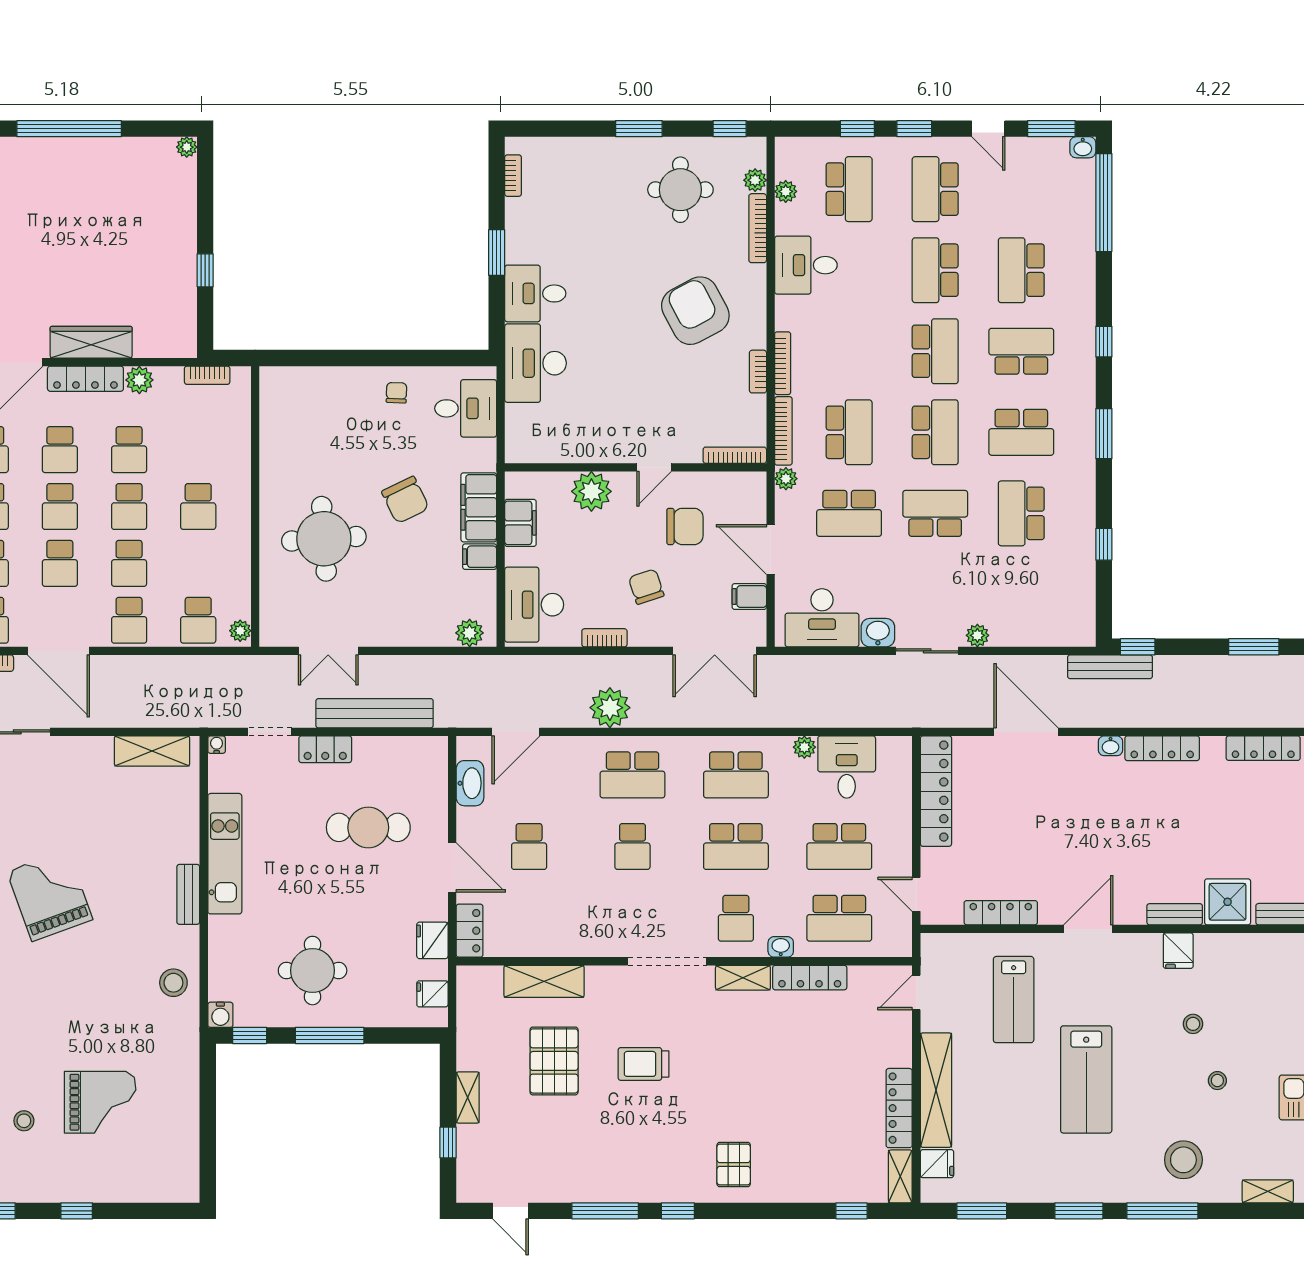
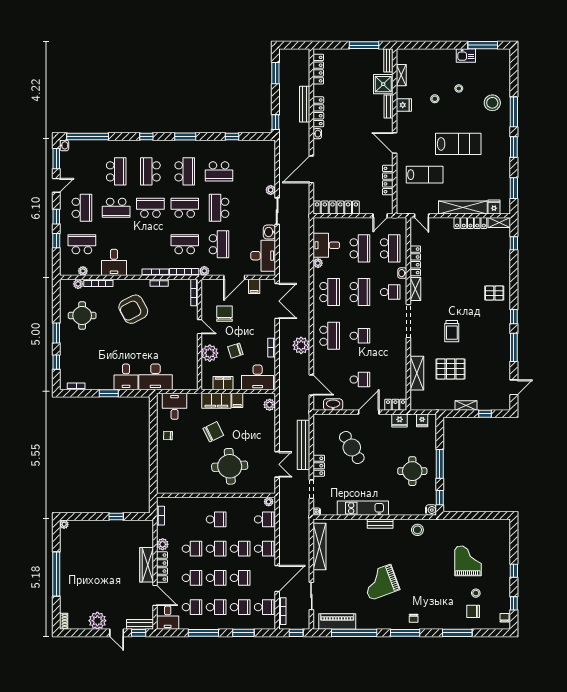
window: (730, 129) -> (56, 362), moved
school desk: (935, 189) -> (82, 208), turned -90
school desk: (1021, 270) -> (116, 171), turned -90
chair: (646, 587) -> (235, 351), moved
bench: (1110, 667) -> (305, 104), moved
shelving: (152, 751) -> (319, 546), width x1.47
cafe table: (368, 827) -> (352, 447), turned -31
shelving: (1268, 1191) -> (401, 75), moved

